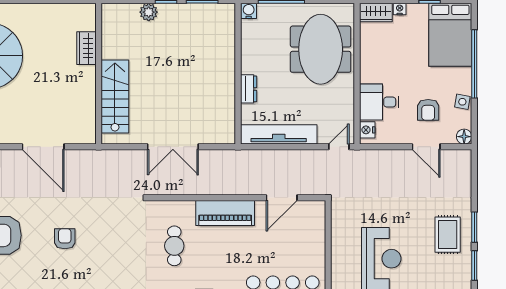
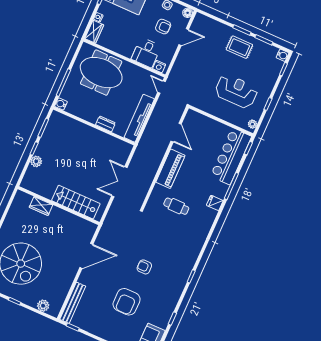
double door: (173, 147) -> (119, 182), swing flipped

